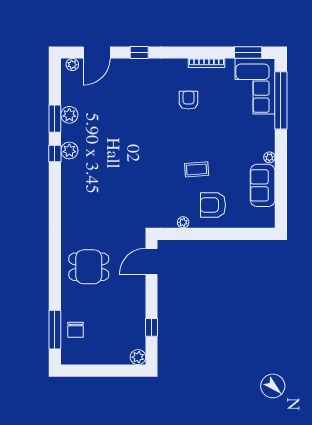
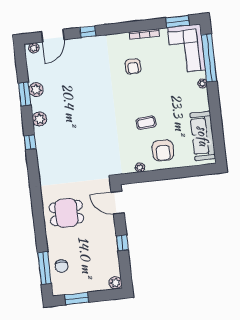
armchair: (189, 100) -> (133, 66), turned 180
window: (55, 153) -> (30, 142), moved
plant: (269, 157) -> (202, 84), moved
sofa: (263, 185) -> (203, 136), width x1.36
armchair: (213, 205) -> (163, 150), turned -90
door: (152, 261) -> (118, 203), hinge flipped
window: (152, 327) -> (122, 243), moved
window: (90, 371) -> (77, 299), added

